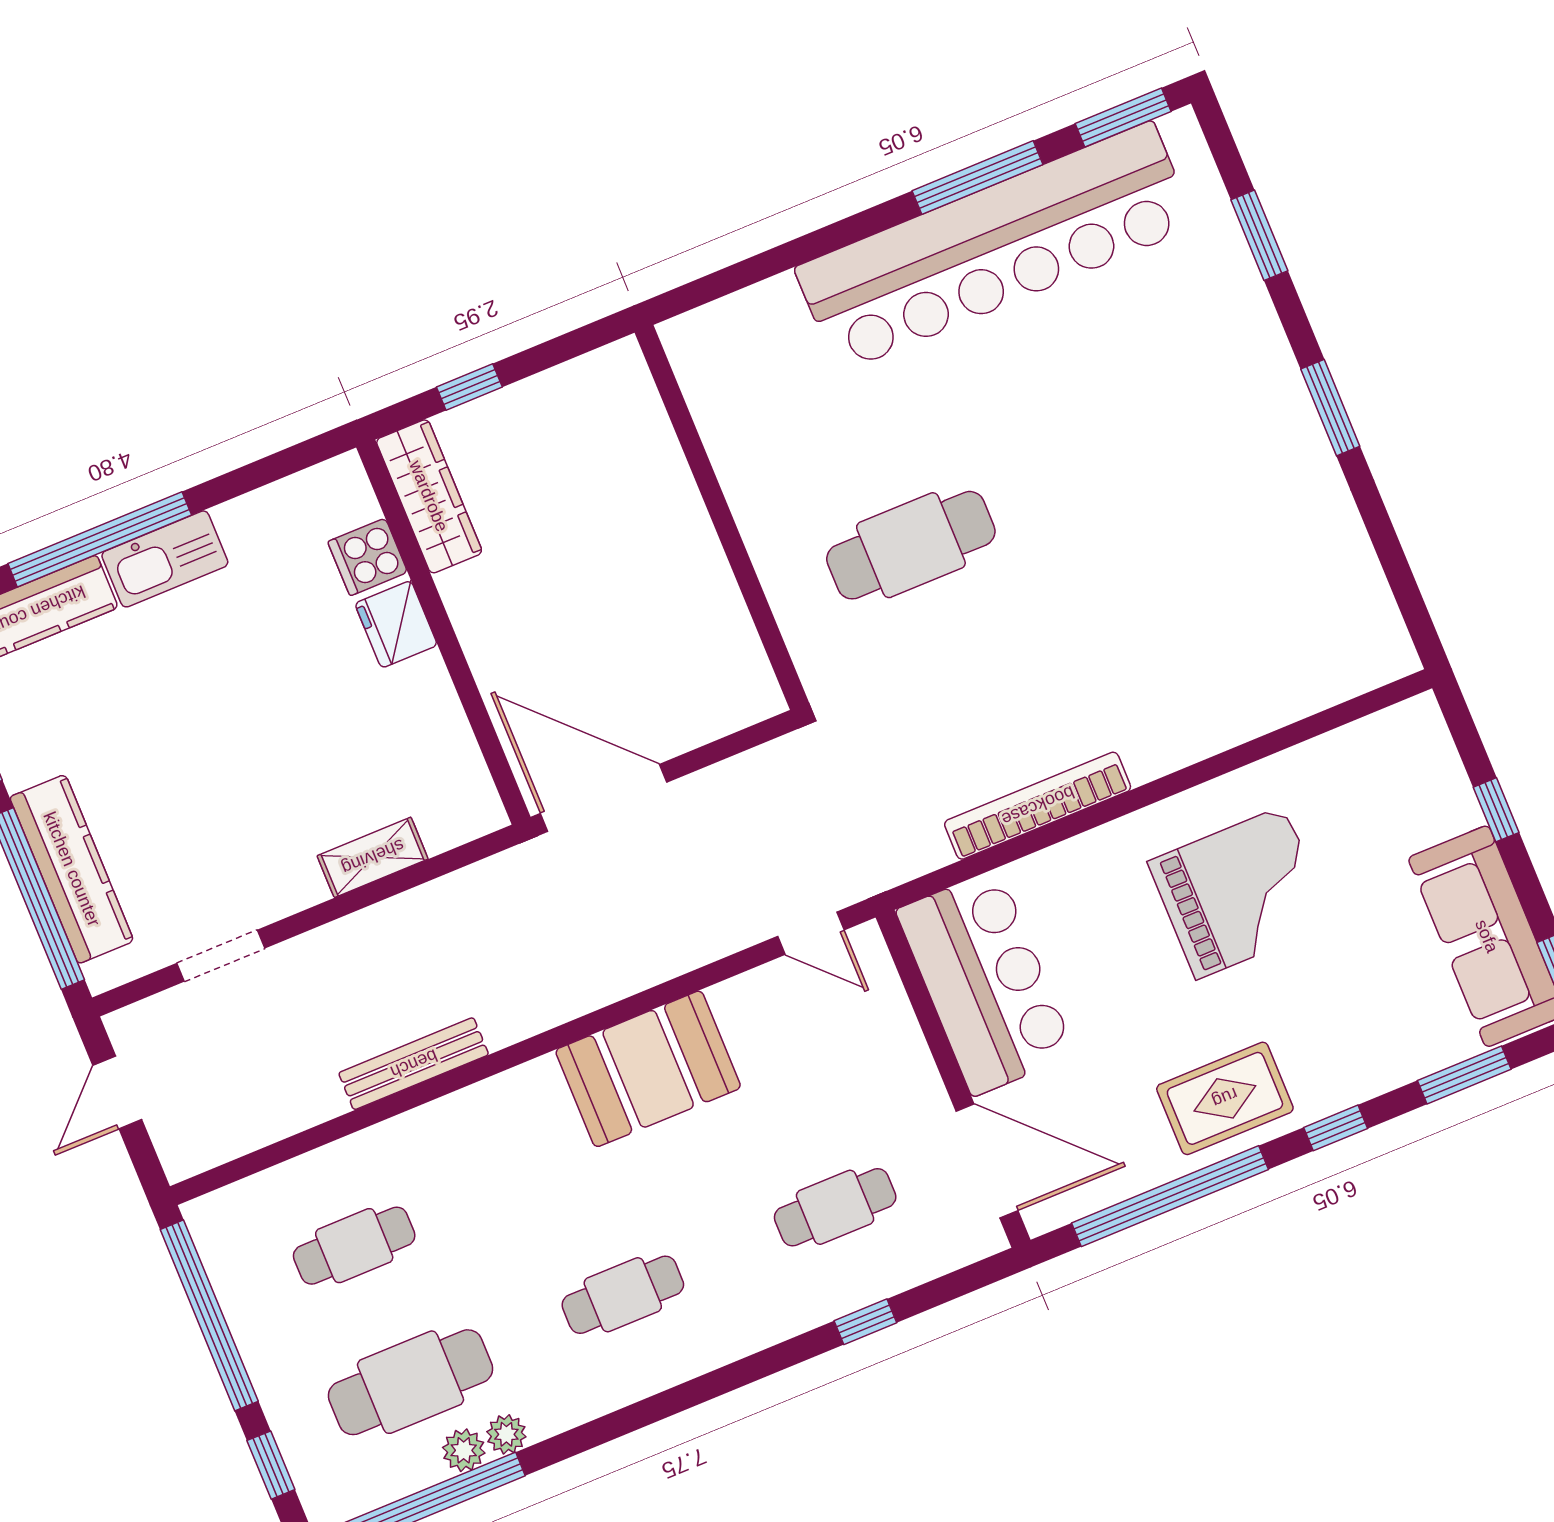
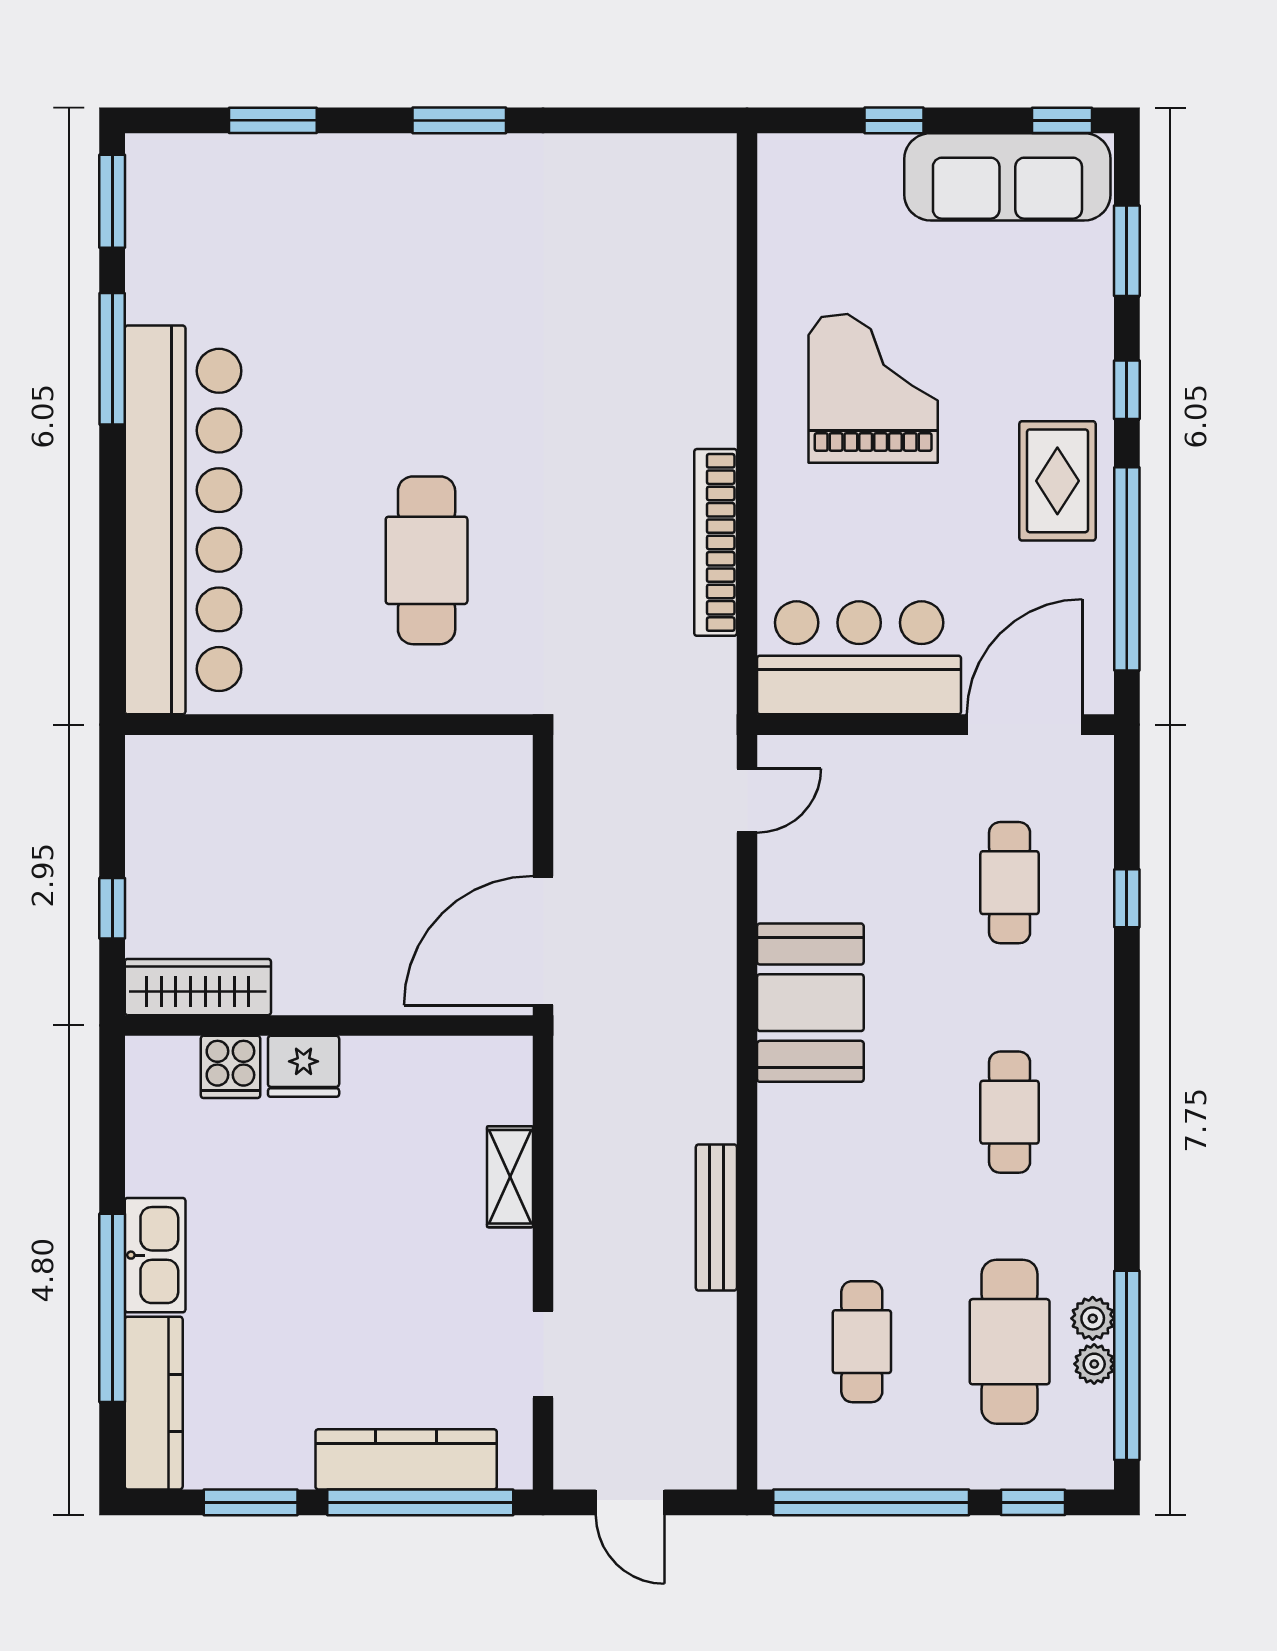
bar counter: (995, 247) -> (183, 520), moved
plant: (506, 1434) -> (1094, 1364), moved

